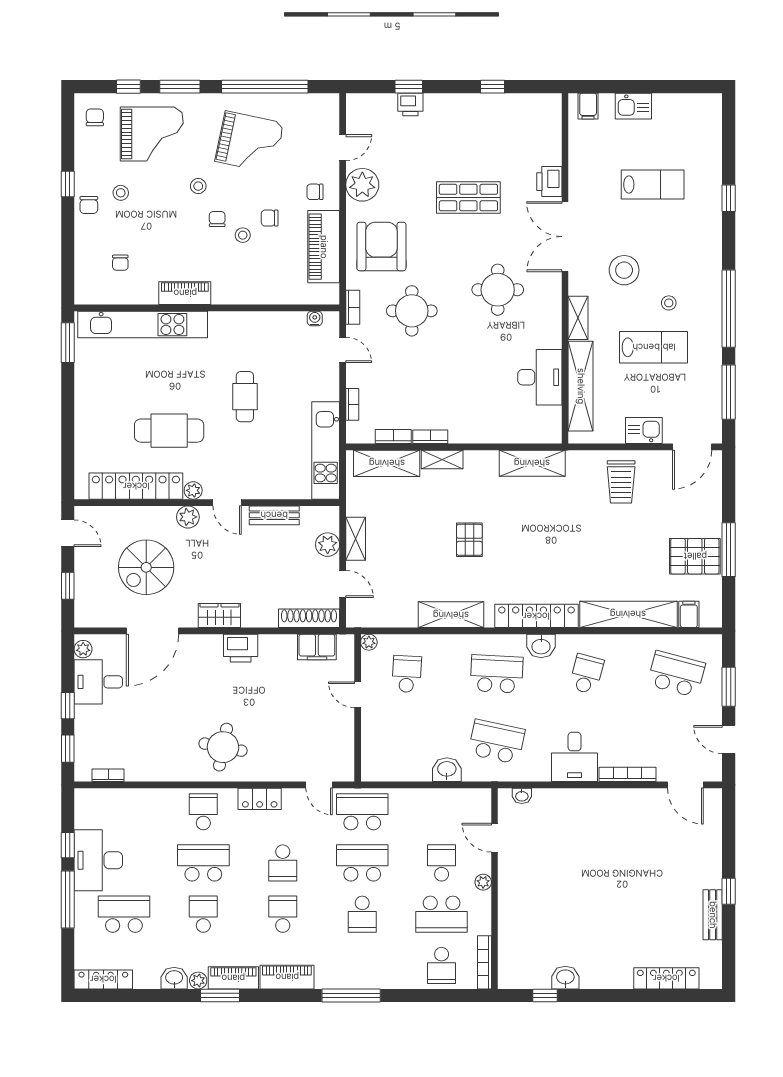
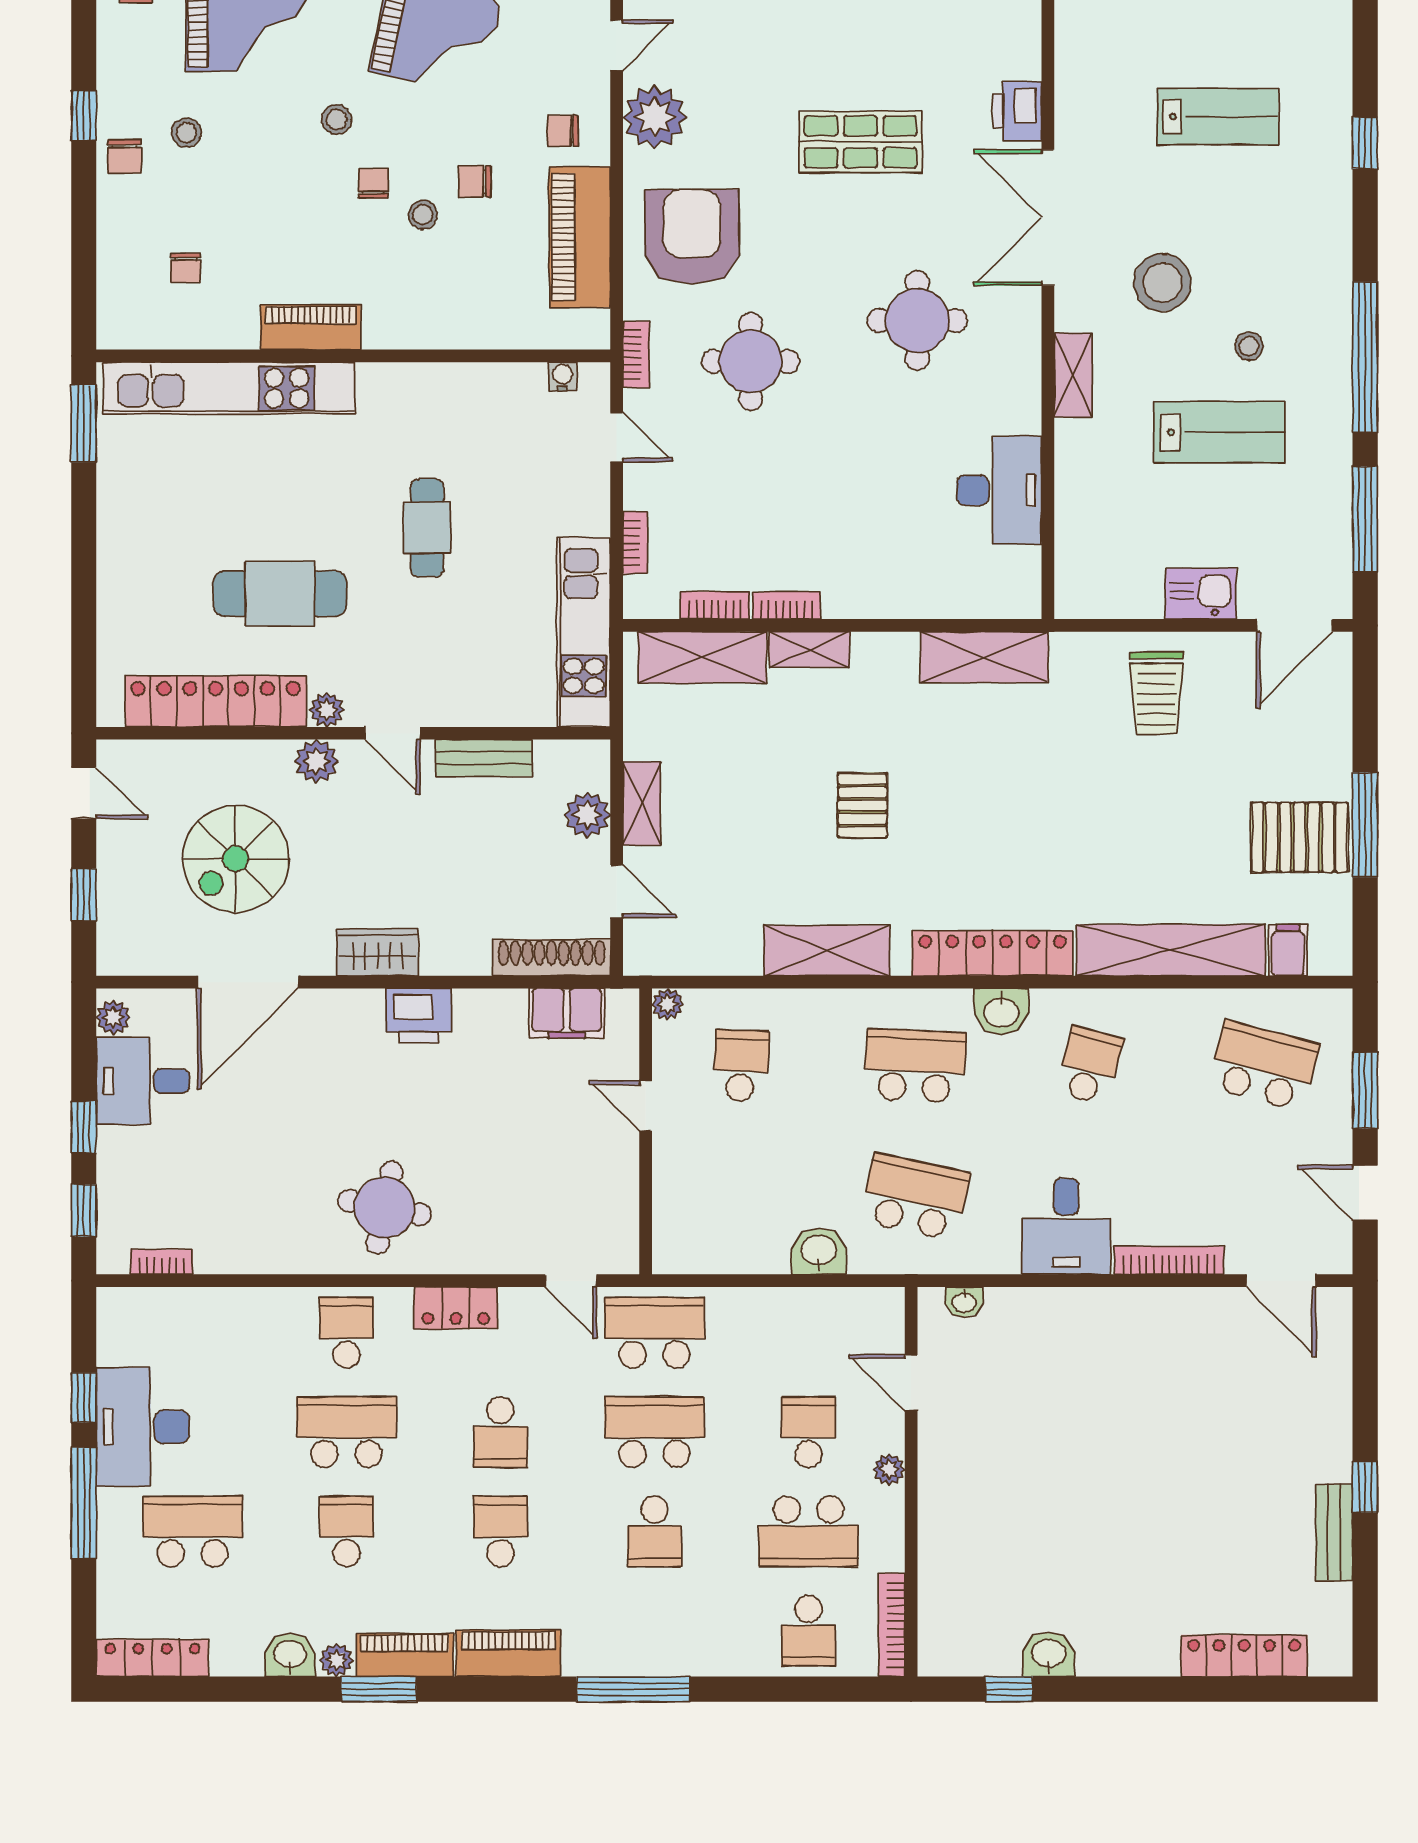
shelving: (581, 386) -> (1078, 508), removed

